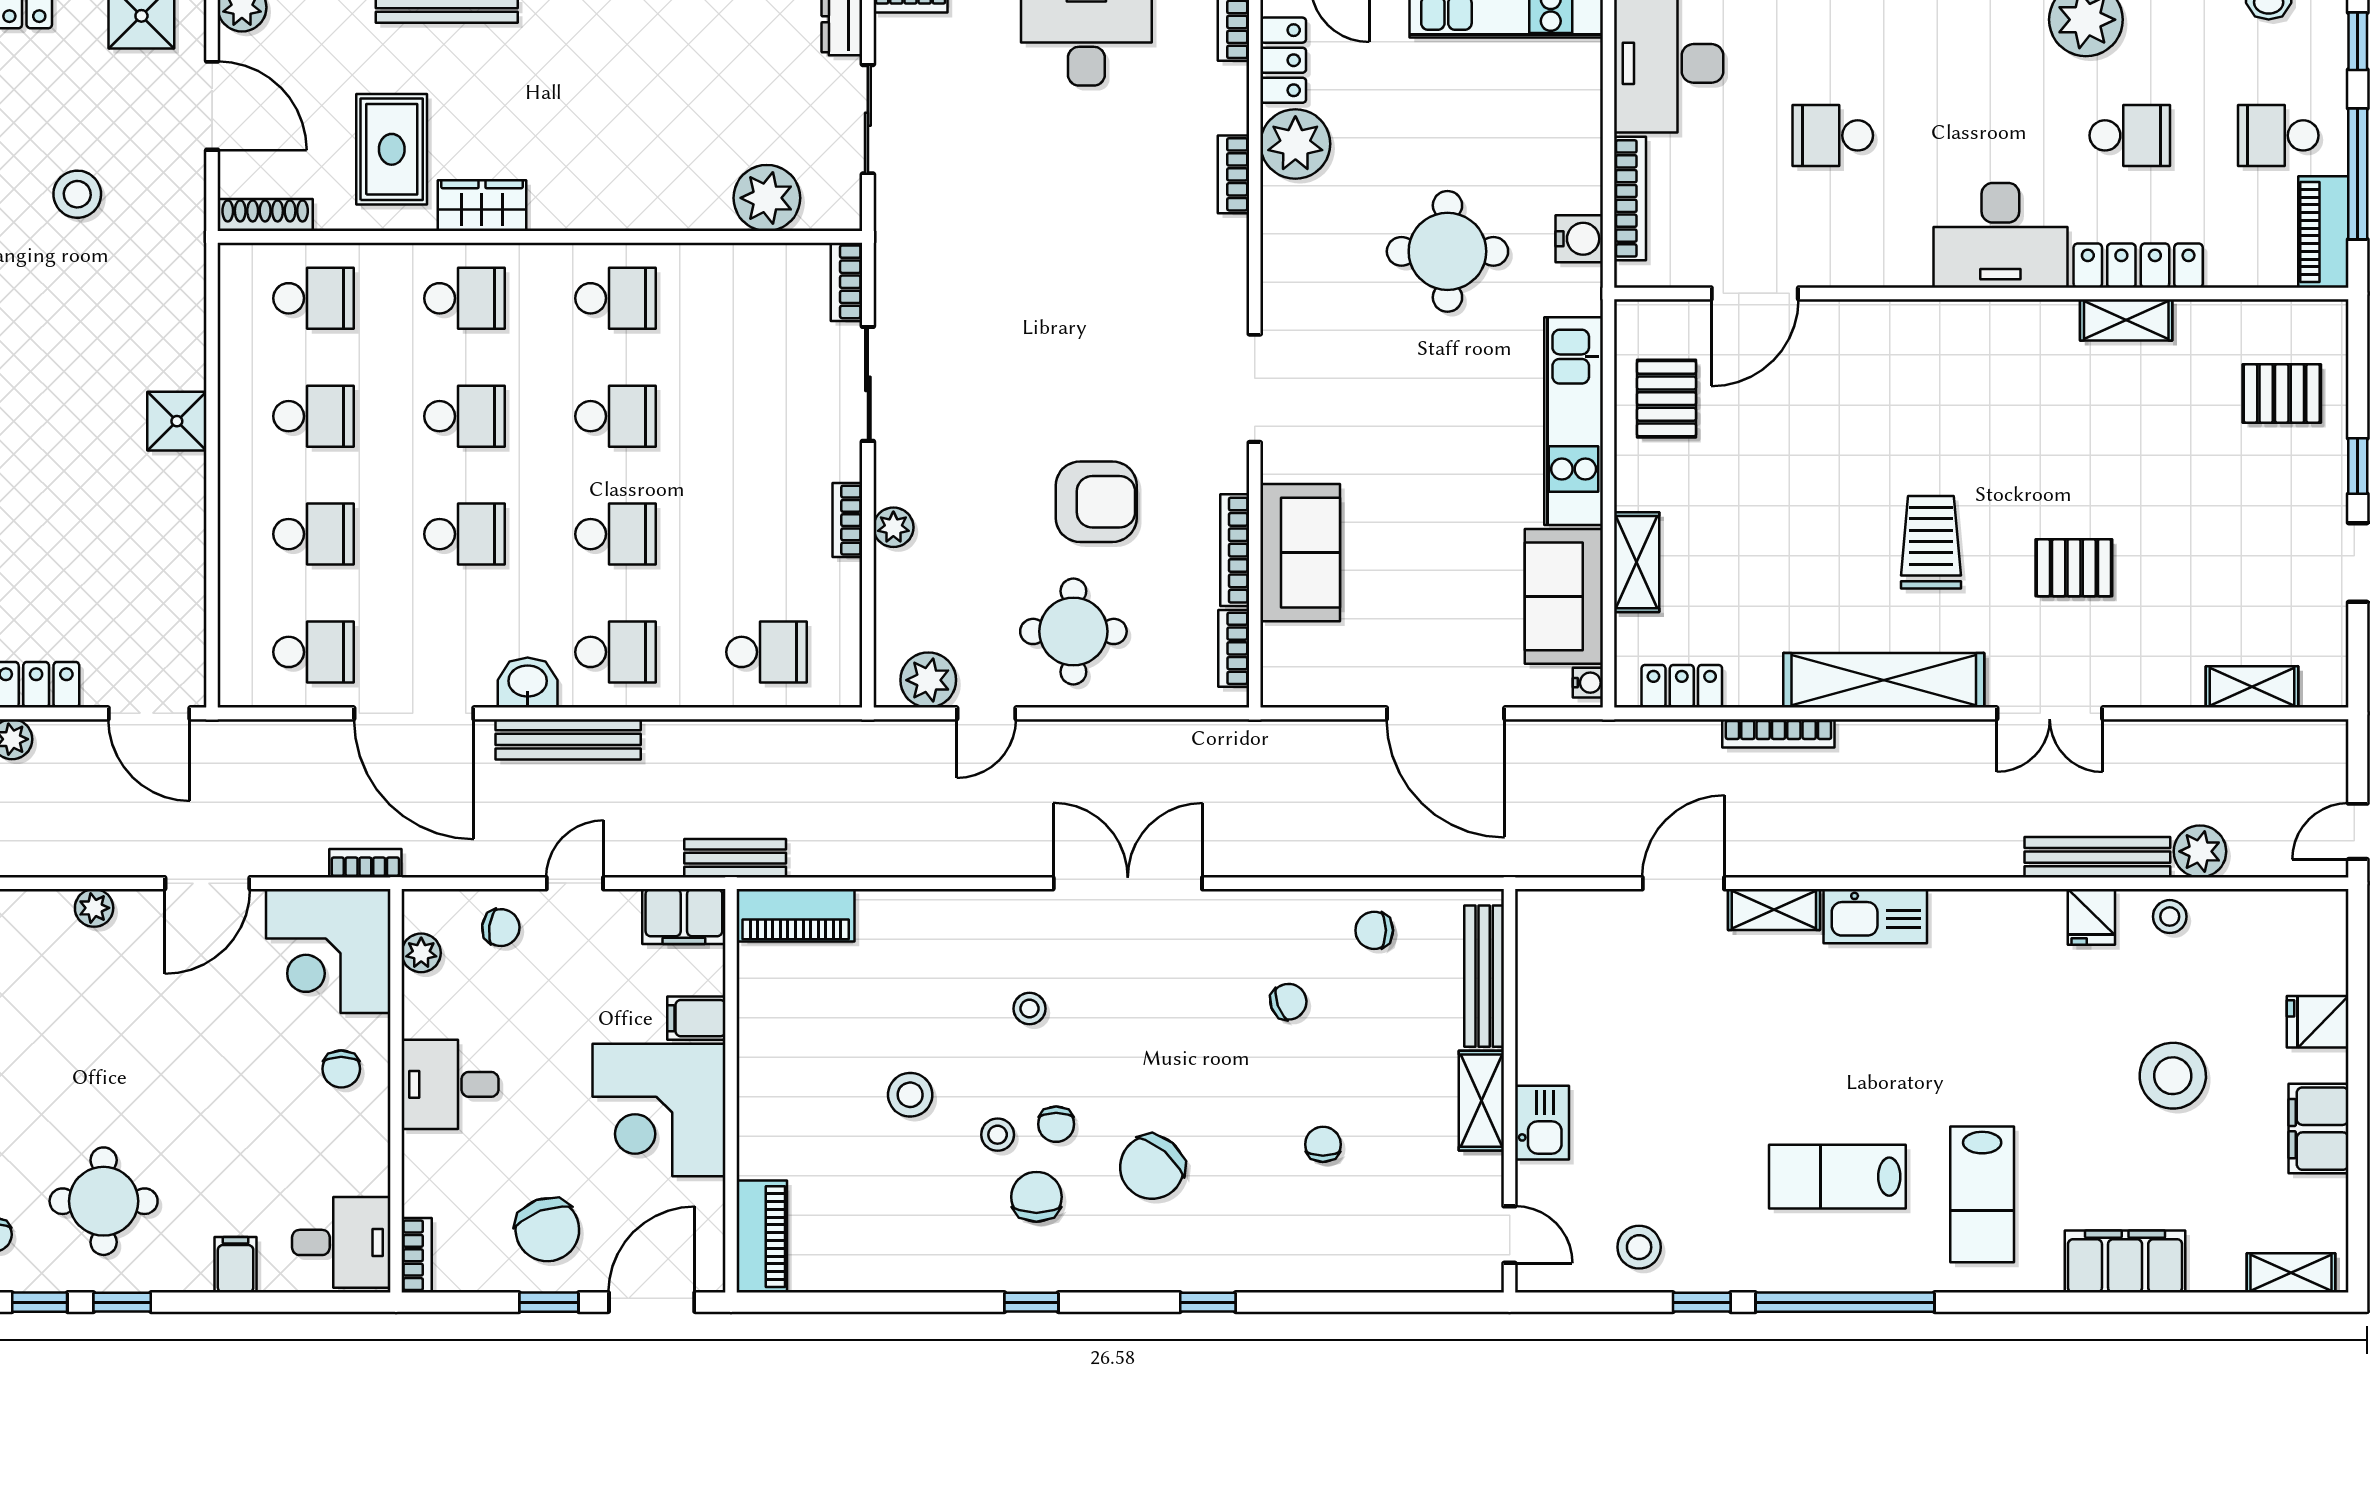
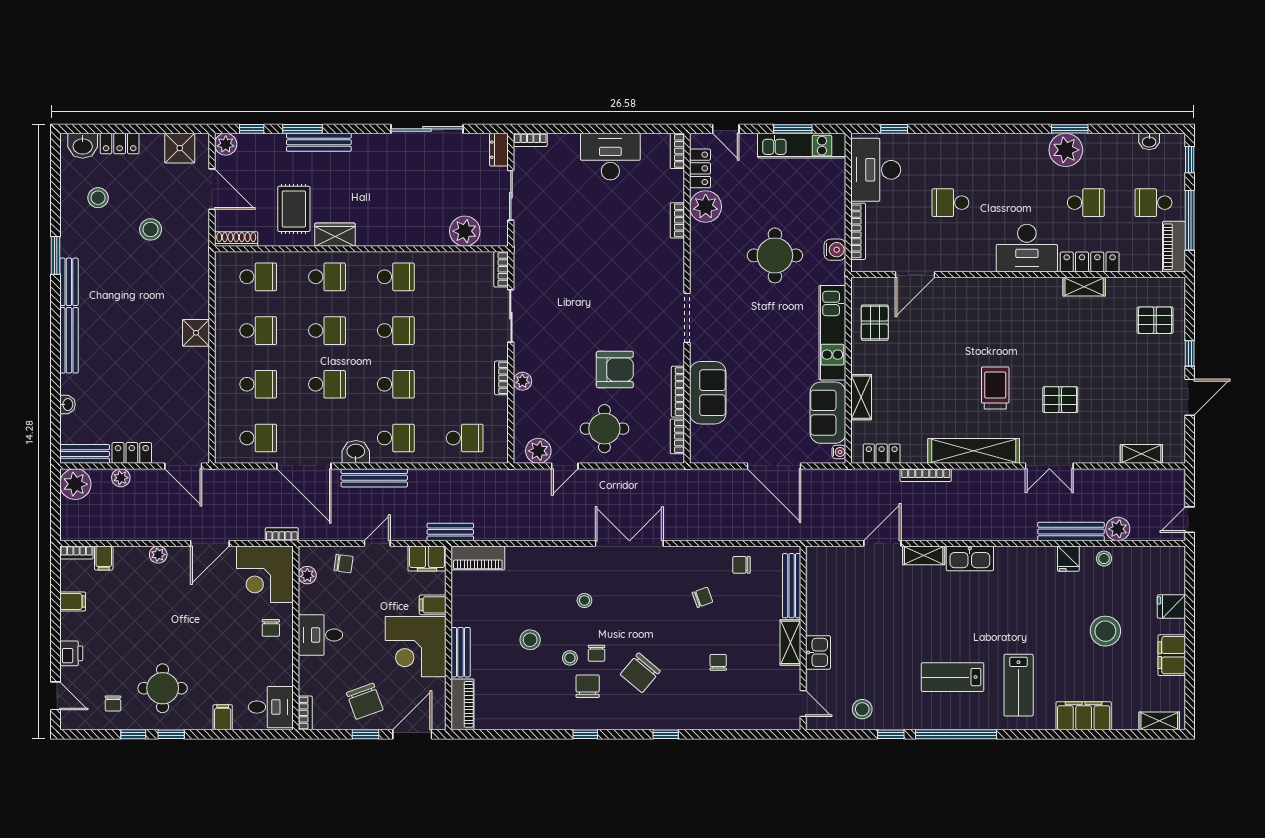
bench: (758, 1122) -> (461, 652), added

